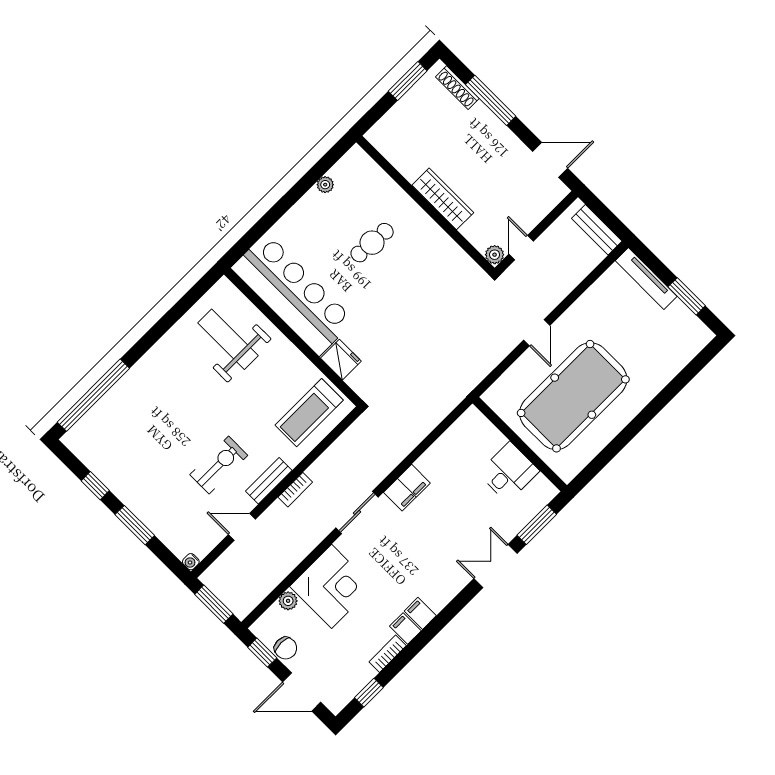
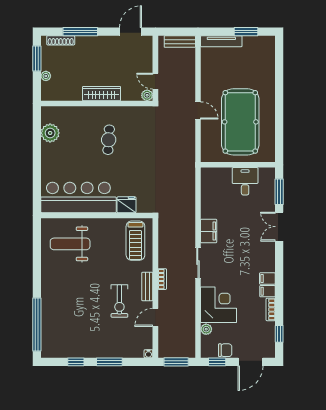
plant: (398, 112) -> (46, 76), added
plant: (325, 185) -> (50, 133), width x1.88, depth x1.88
cafe table: (372, 243) -> (109, 140), moved
exercise bike: (219, 465) -> (119, 301), turned 180

